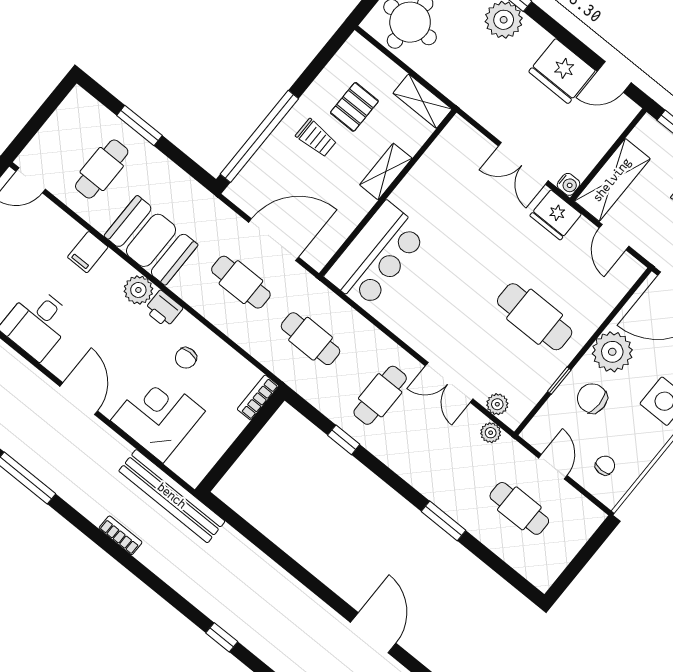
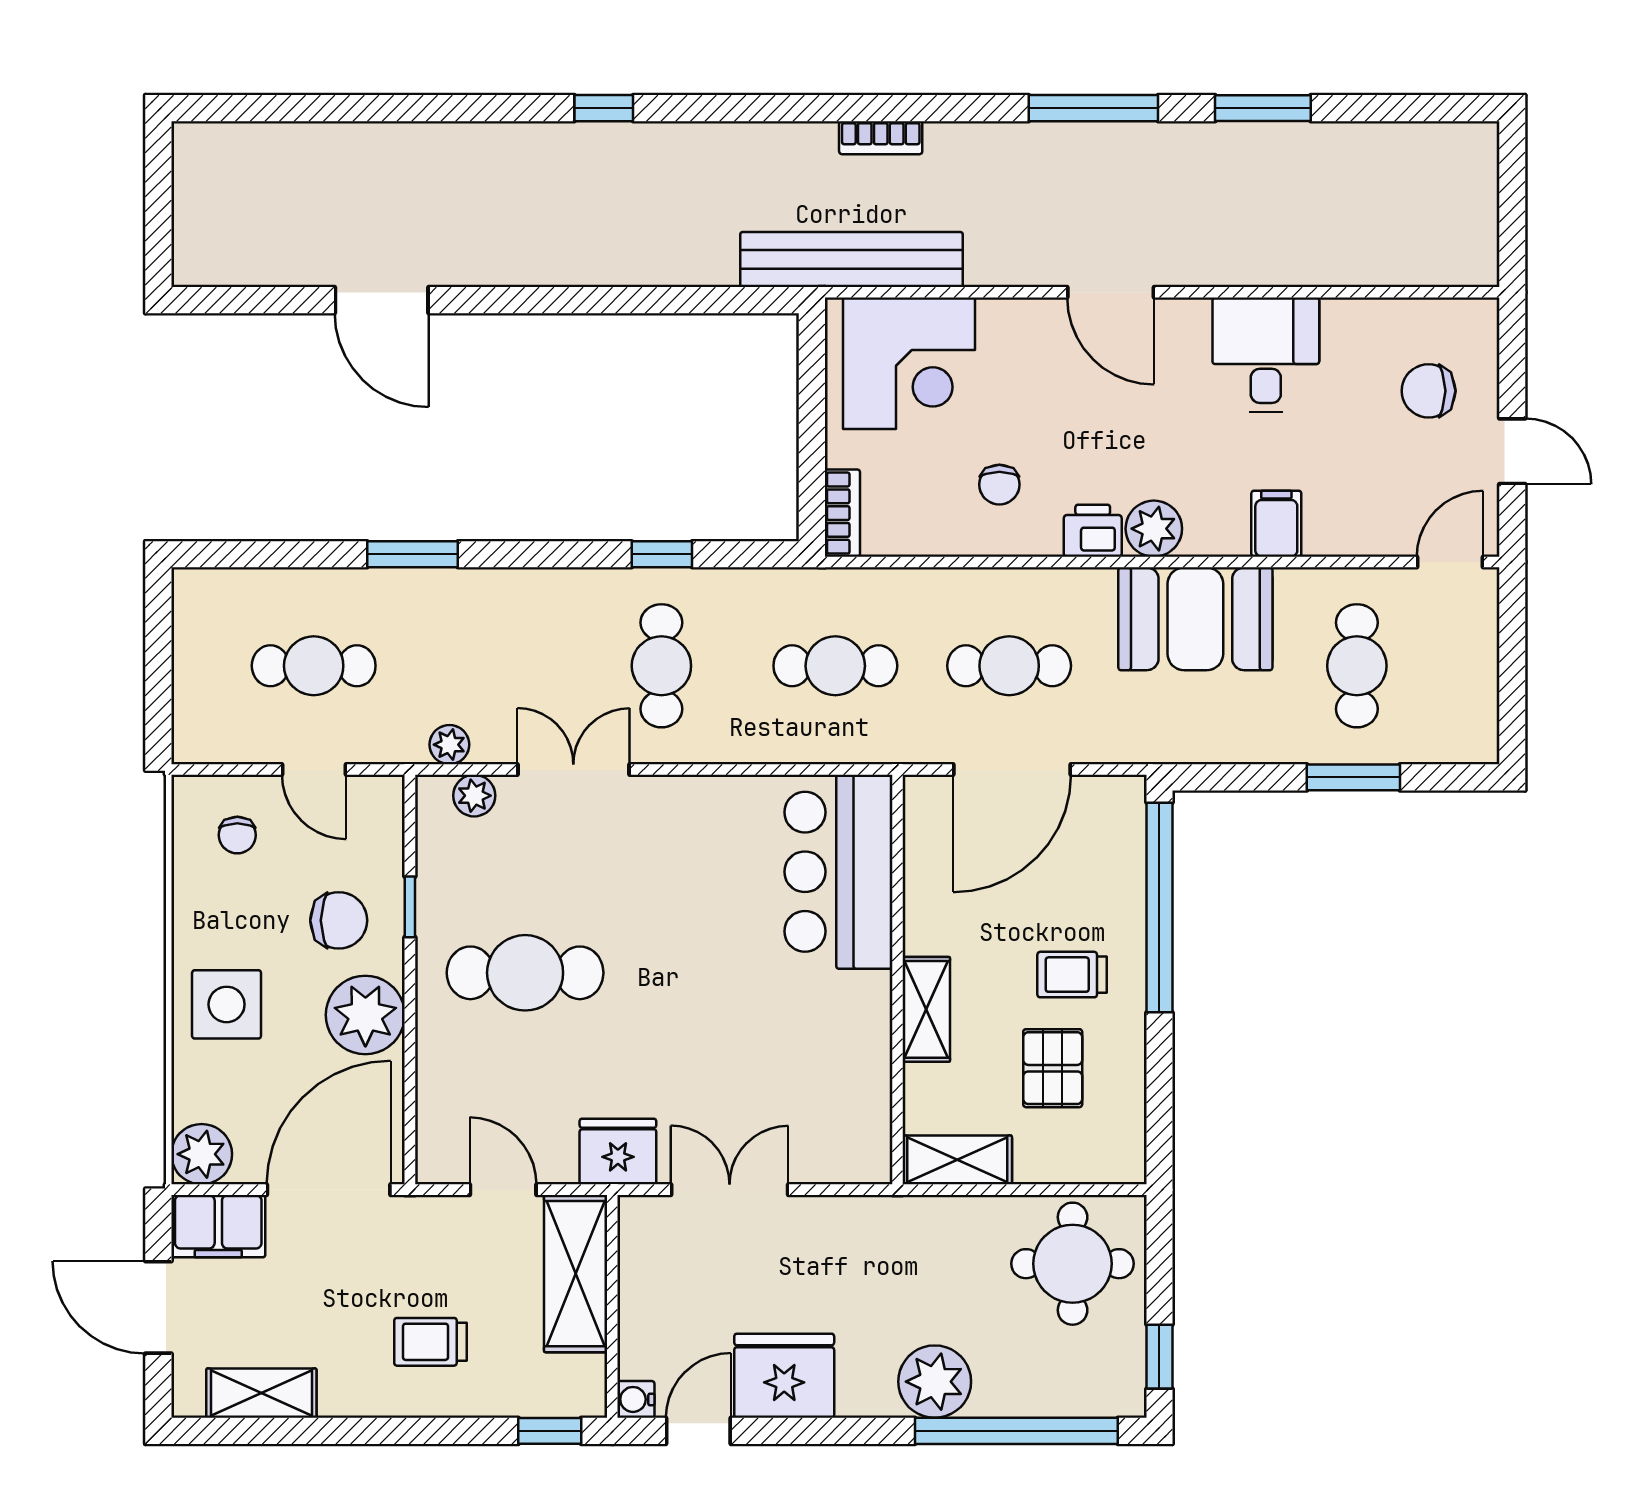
water cooler: (568, 184) -> (636, 1399), moved
chair: (186, 358) -> (999, 485), turned 180
corner desk: (158, 416) -> (909, 363), moved

